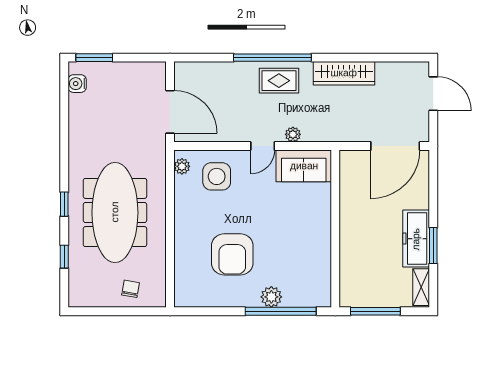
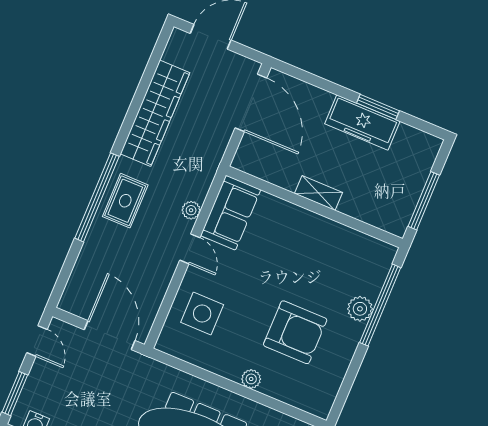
door: (142, 58) -> (37, 341), added
wardrobe: (344, 73) -> (155, 113), width x1.40, depth x1.17
door: (170, 112) -> (110, 335), hinge flipped
plant: (182, 166) -> (251, 379), moved
shelving: (421, 287) -> (319, 193), moved

